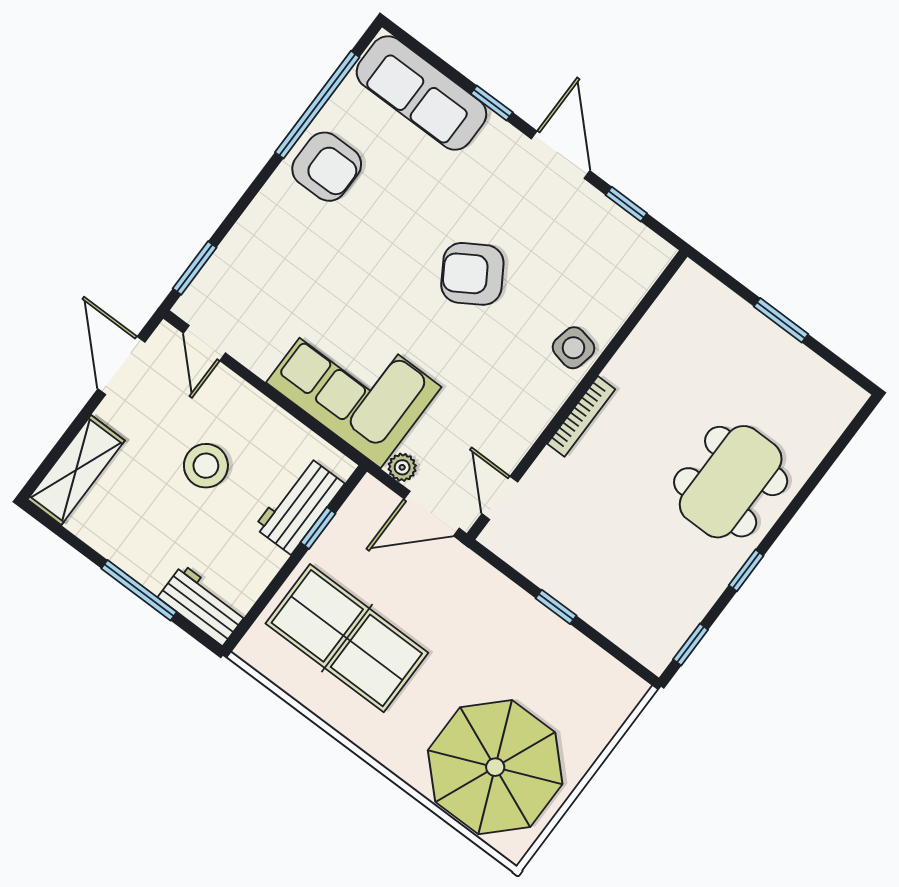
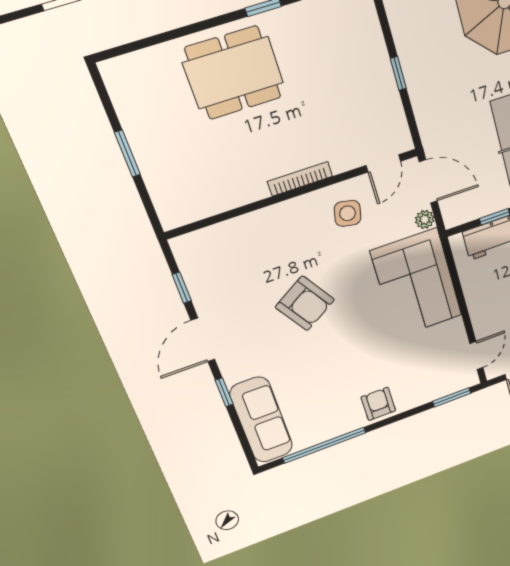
armchair: (327, 167) -> (378, 404), moved, width x0.72, depth x0.72
side table: (573, 348) -> (348, 213), moved

